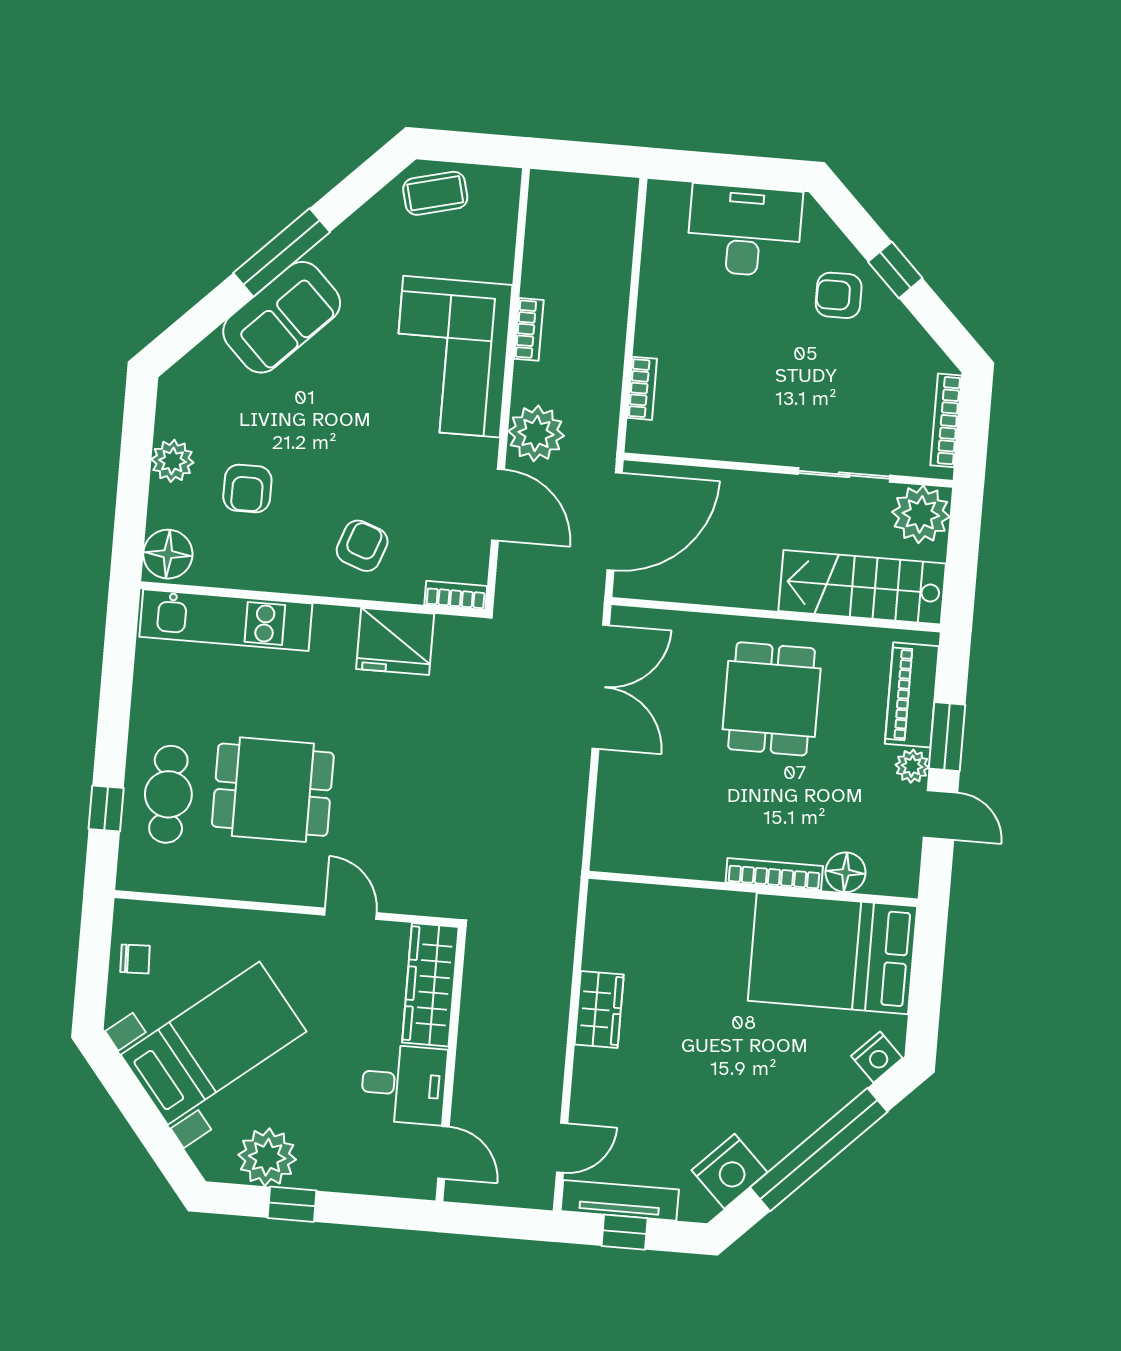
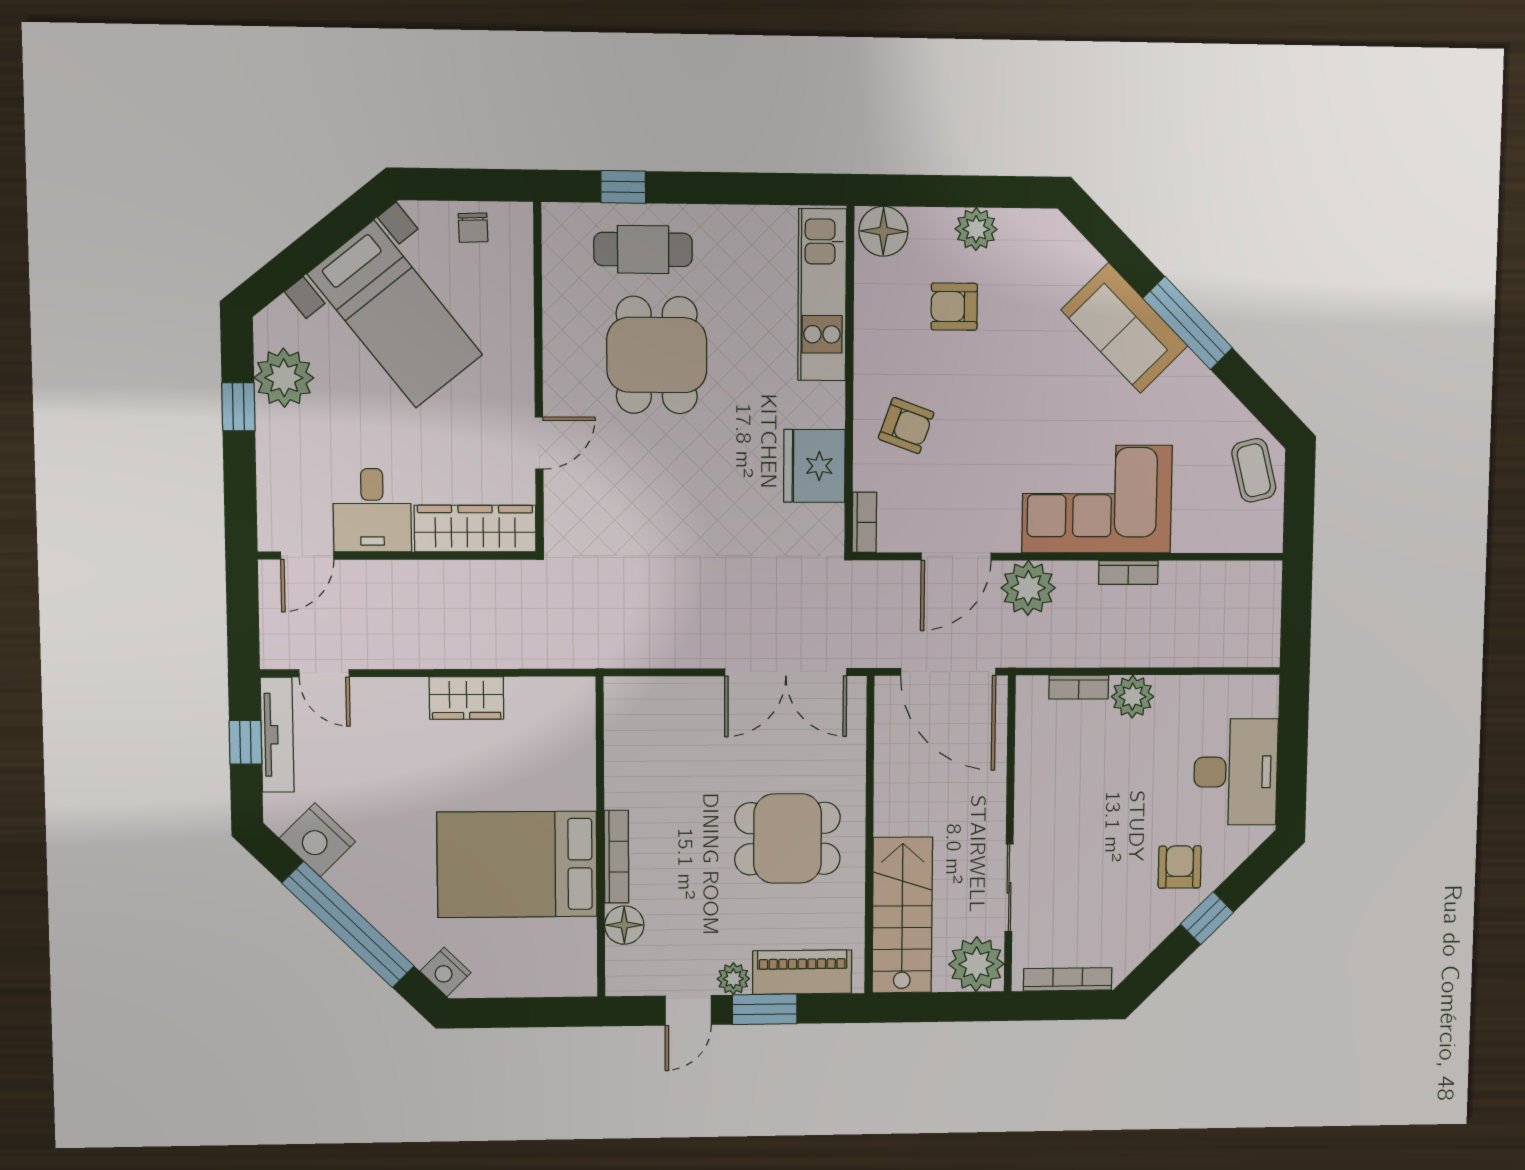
plant: (657, 333) -> (1132, 697), added
bed: (832, 954) -> (517, 864), moved, turned -90

